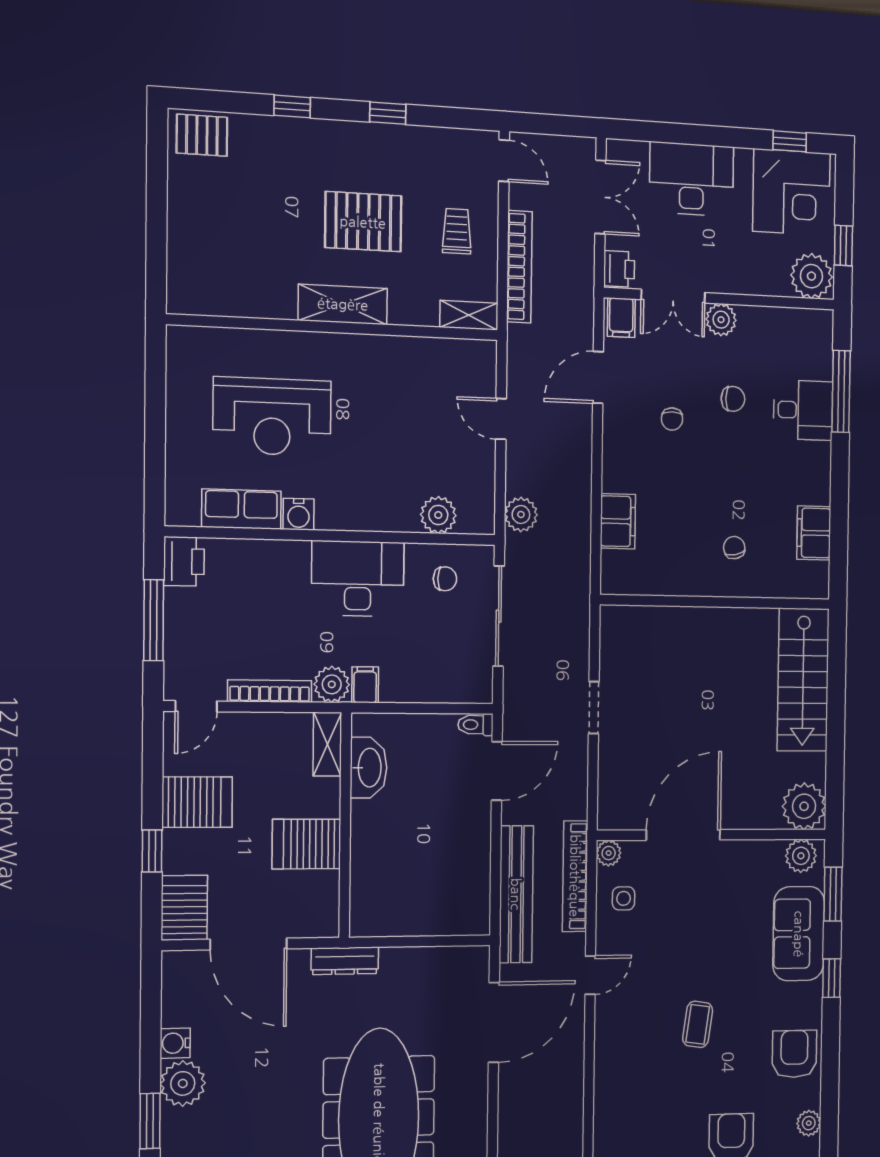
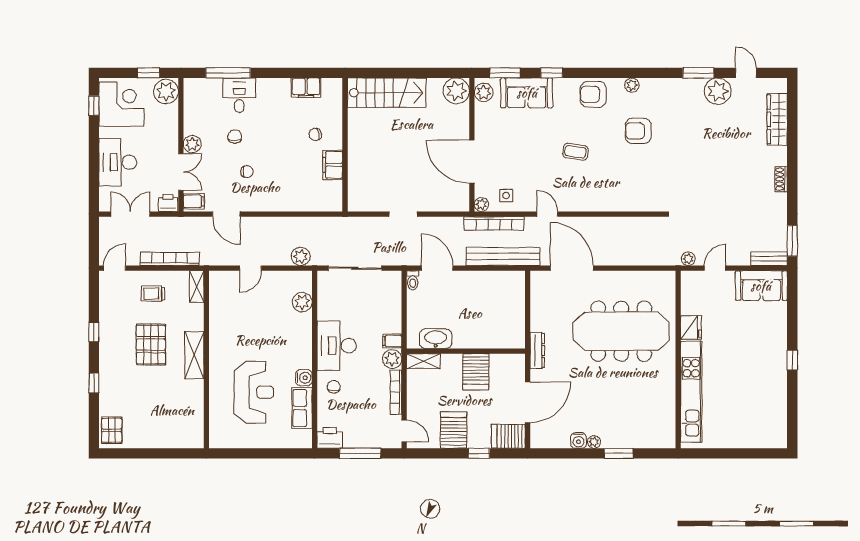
filing cabinet: (618, 521) -> (333, 165), moved, turned -90
chair: (445, 579) -> (334, 387), moved
plant: (183, 1083) -> (594, 442), width x0.53, depth x0.53

